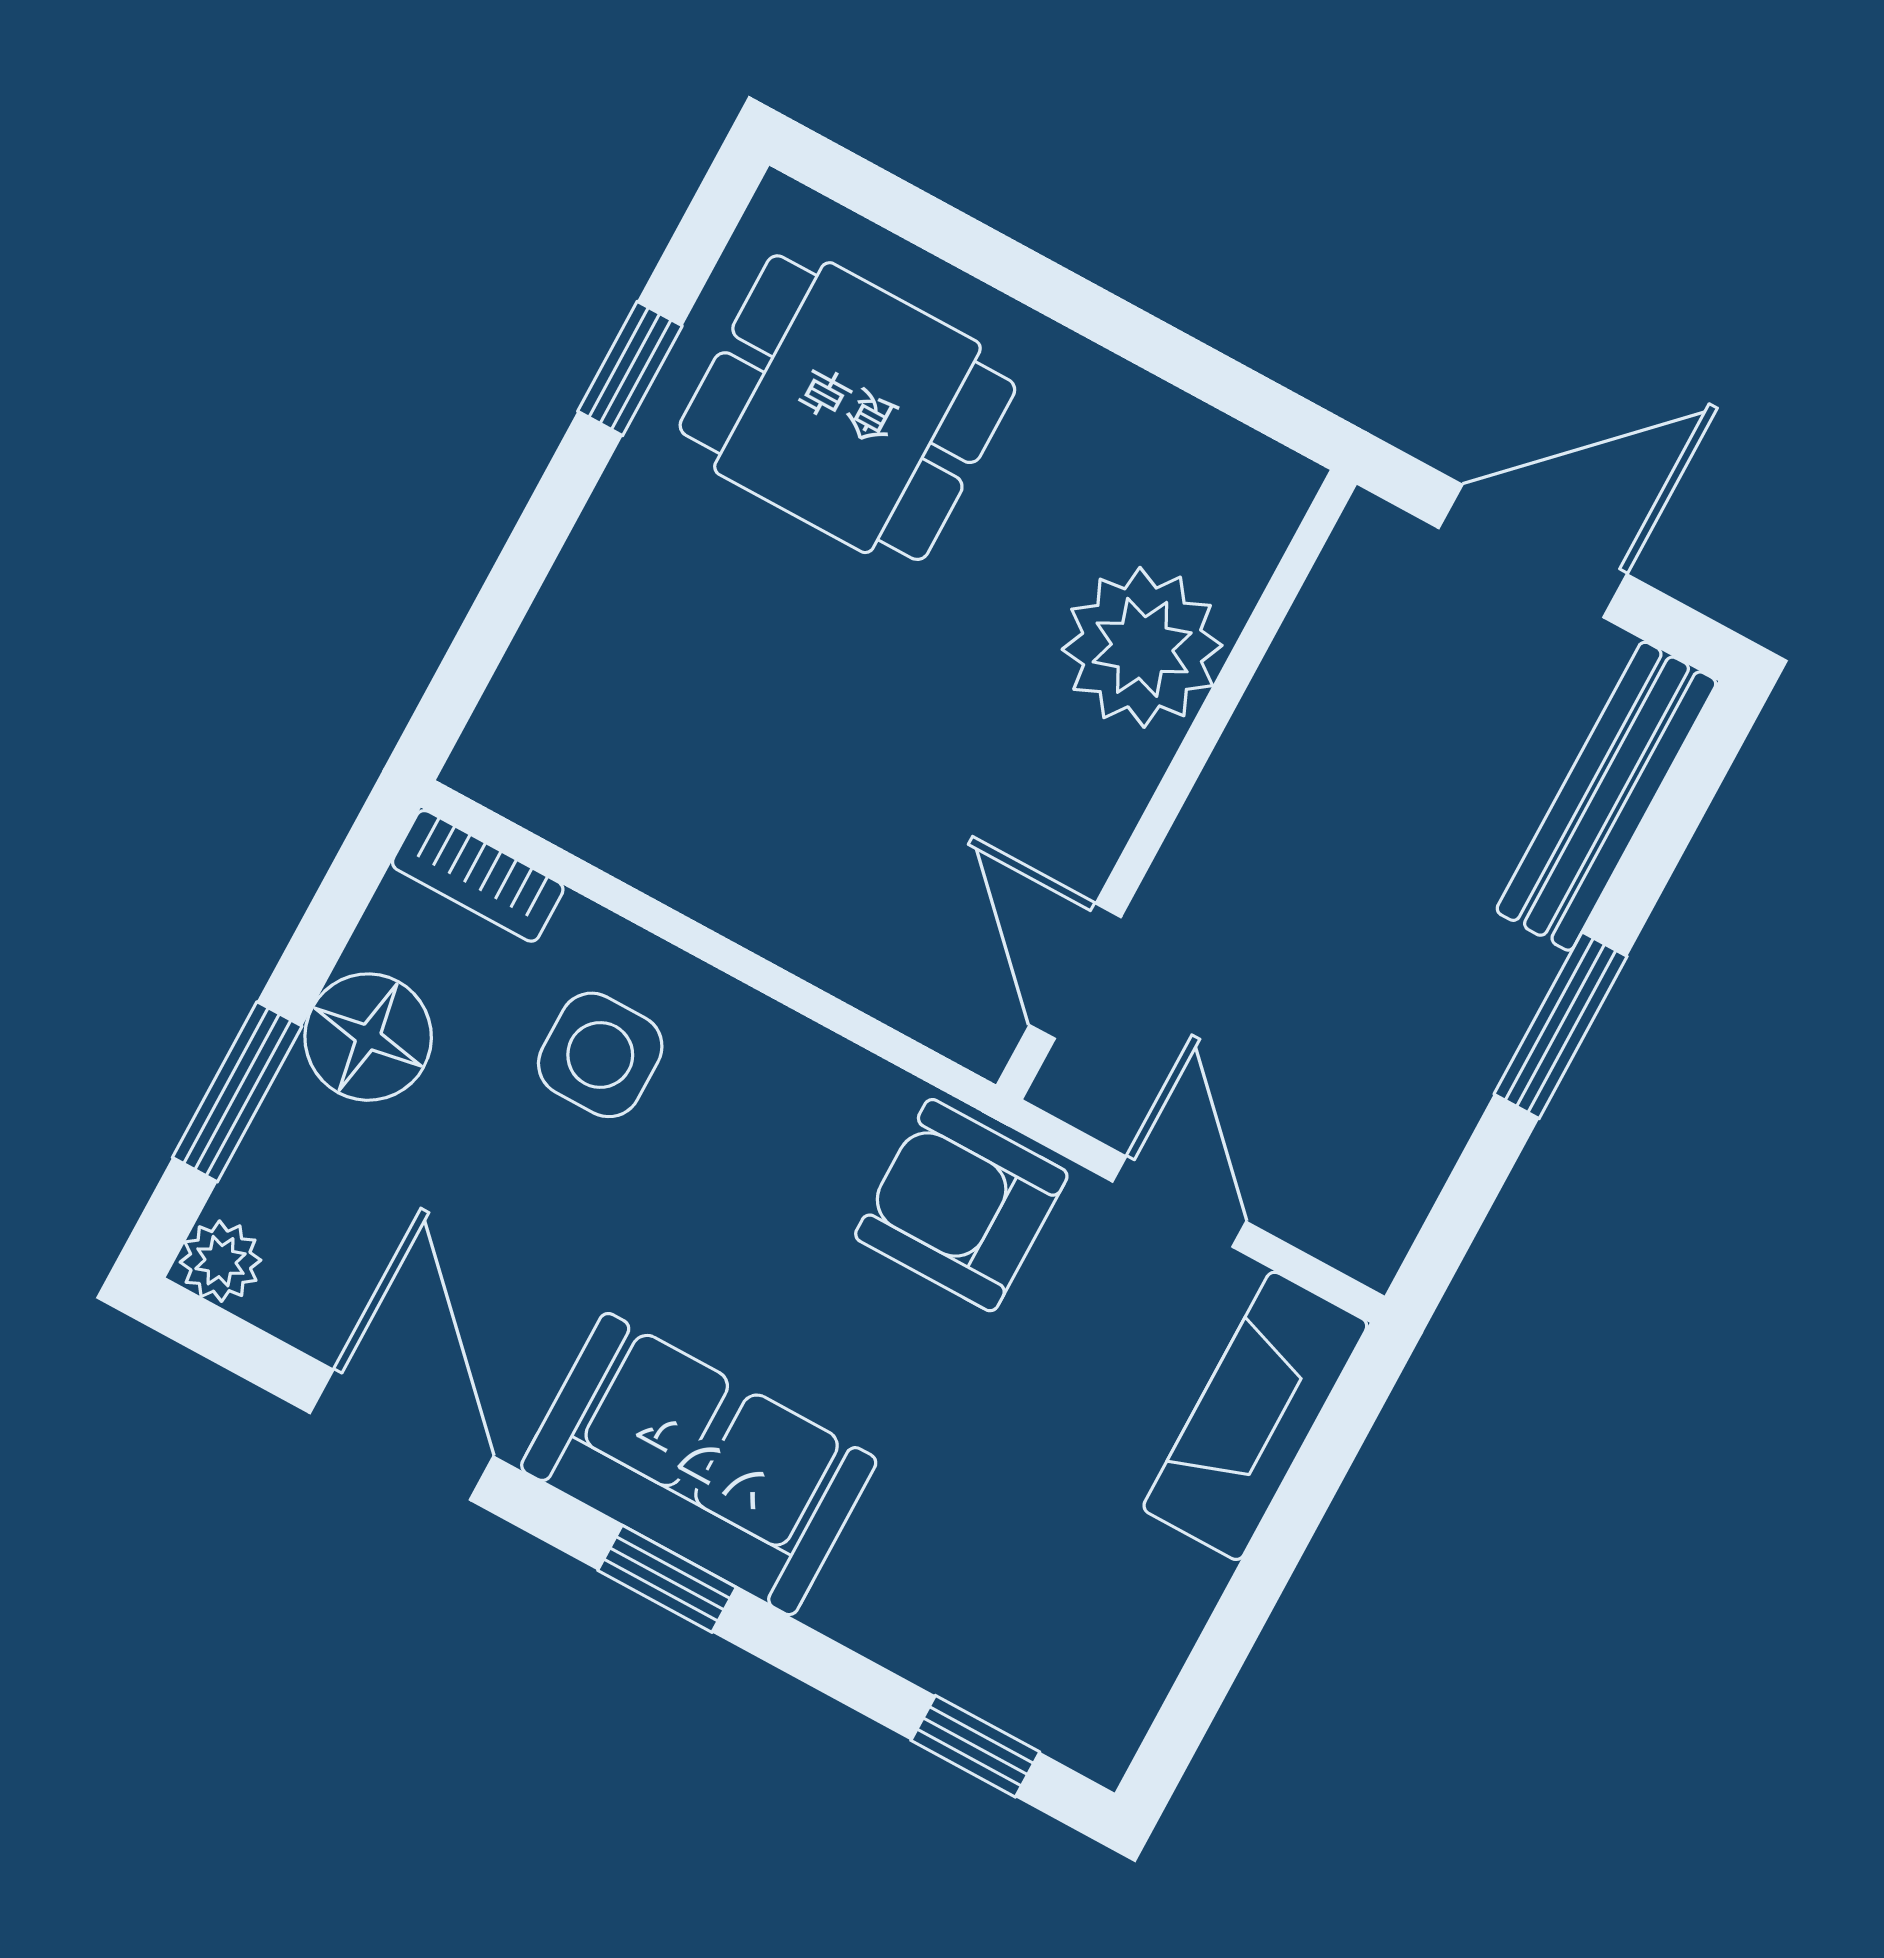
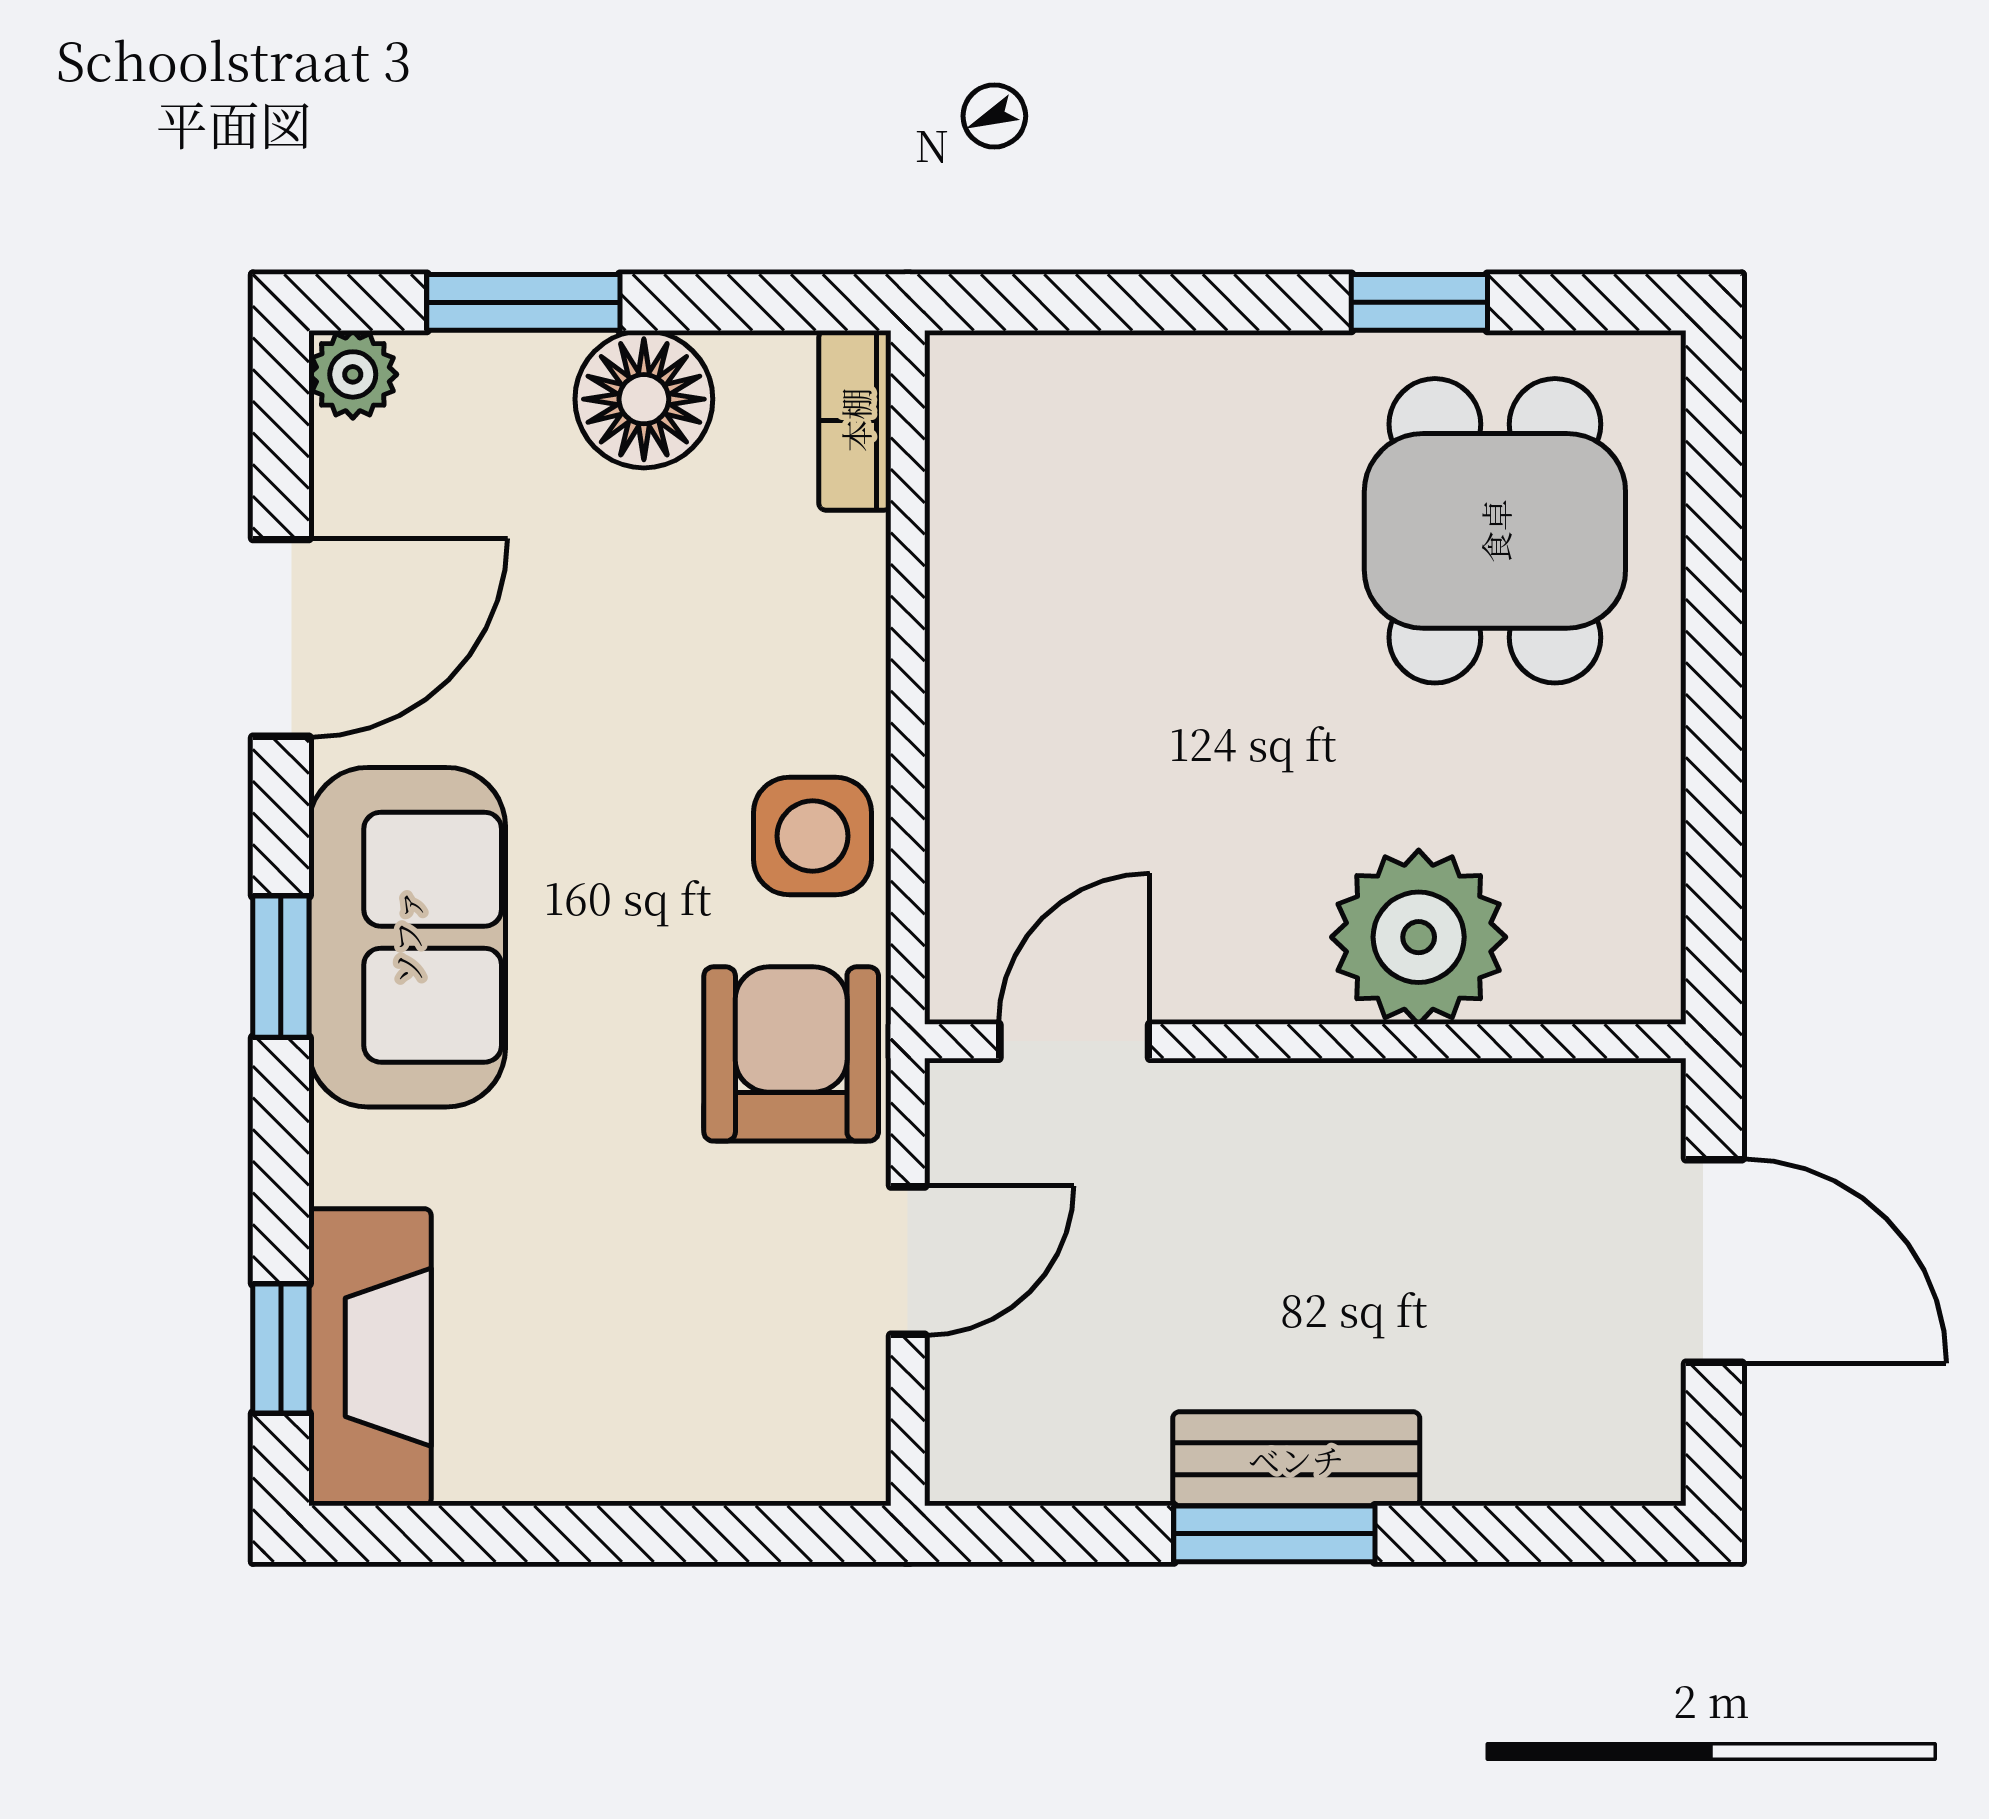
bench: (1606, 796) -> (1296, 1459), moved, width x0.73
side table: (600, 1055) -> (813, 836), moved
fireplace: (1255, 1416) -> (370, 1357), moved, turned 90

